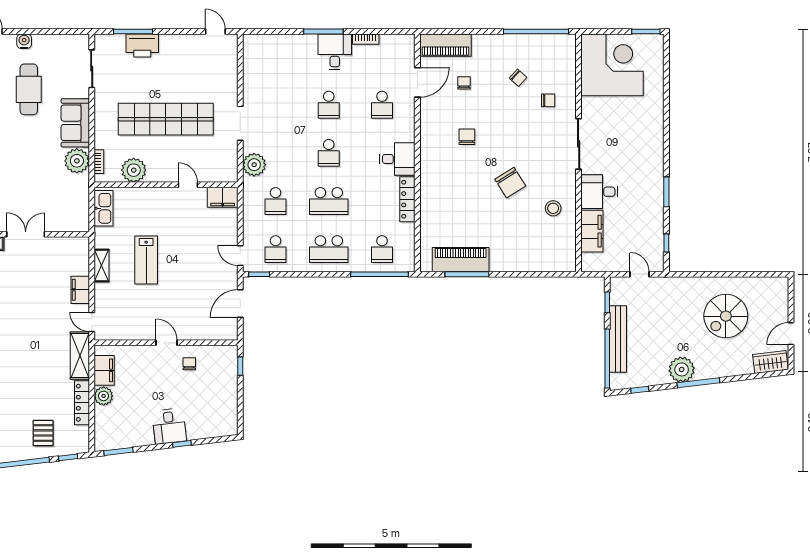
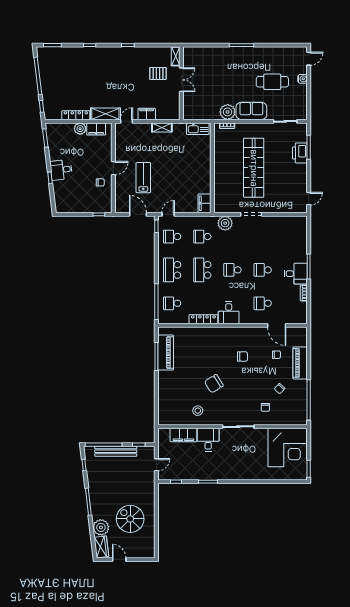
piano: (445, 45) -> (300, 363), moved
plant: (134, 170) -> (222, 148), removed
door: (188, 185) -> (212, 182), removed
lab bench: (146, 260) -> (143, 178), moved, turned 90
plant: (682, 369) -> (101, 527), moved
pallet: (43, 433) -> (158, 73), moved

